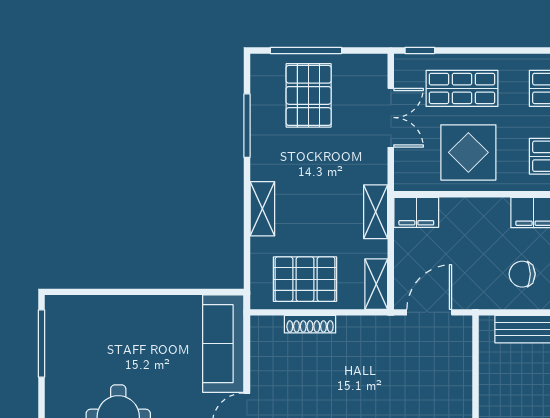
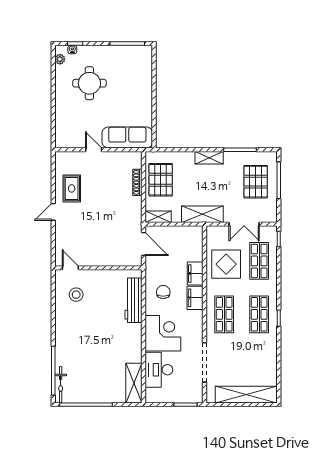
pallet: (309, 95) -> (256, 182), turned 90
shelving: (262, 209) -> (209, 158), moved
shelving: (376, 212) -> (202, 214), width x1.50, depth x1.33
filing cabinet: (416, 212) -> (195, 273), moved

